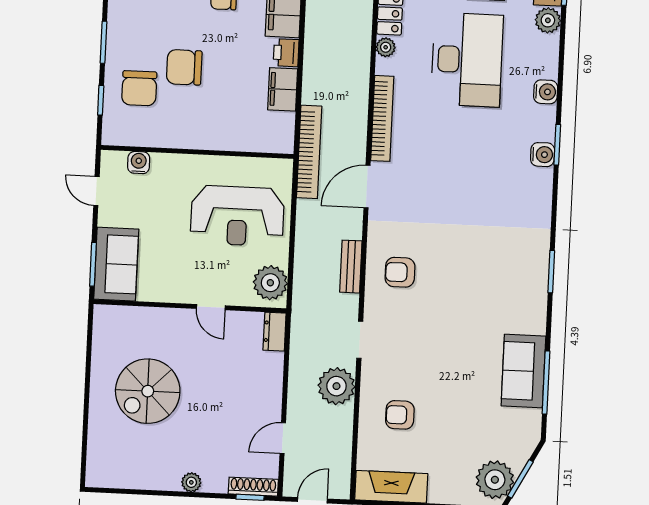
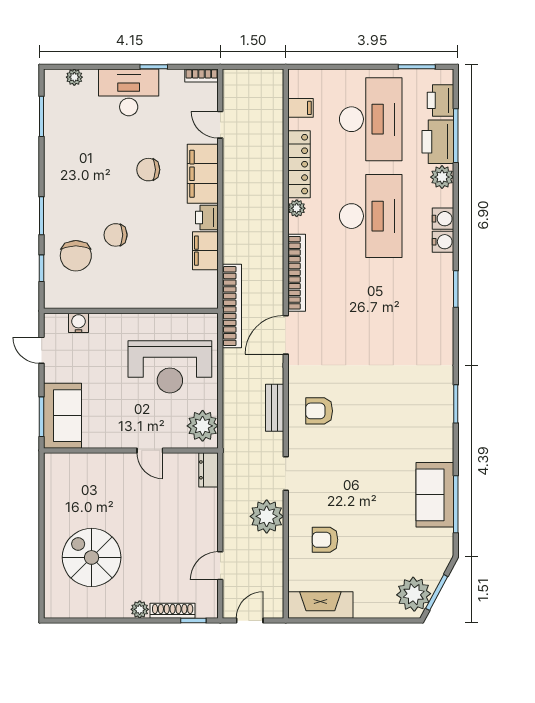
chair: (184, 67) -> (116, 235), width x0.73, depth x0.73
water cooler: (543, 155) -> (443, 219), moved
spiral stairs: (148, 391) -> (92, 557), moved, turned 90
shoe rack: (253, 487) -> (173, 611), moved

